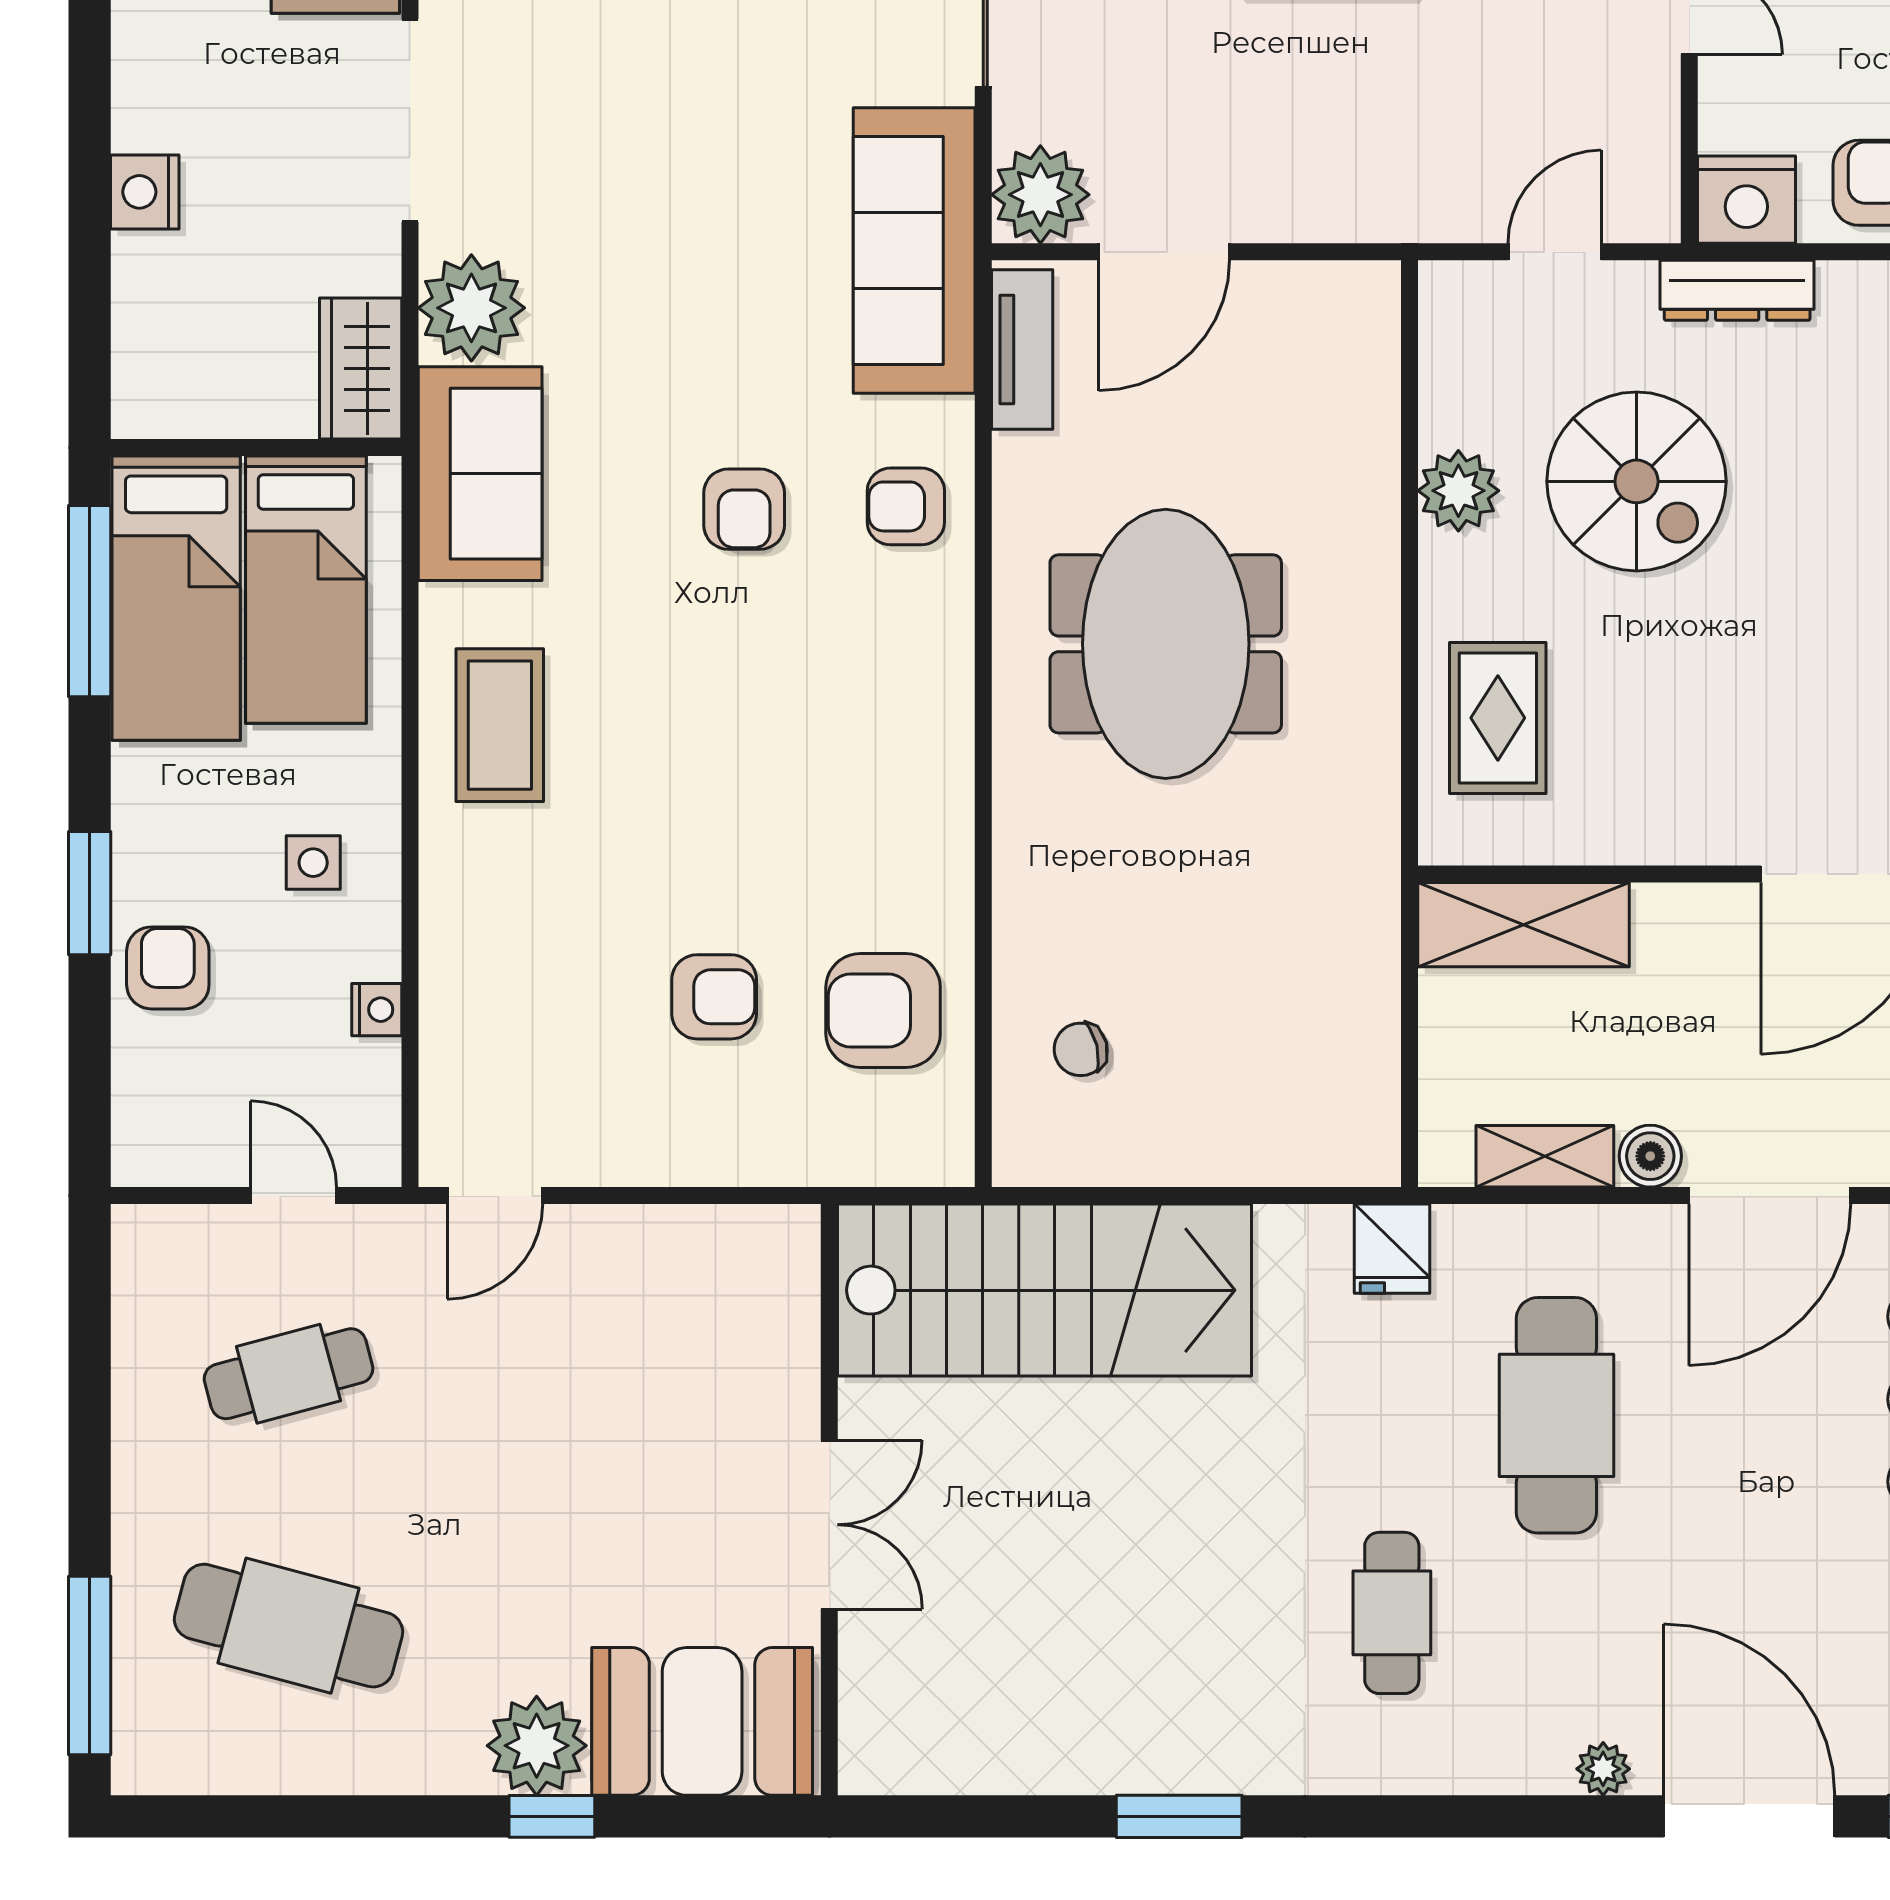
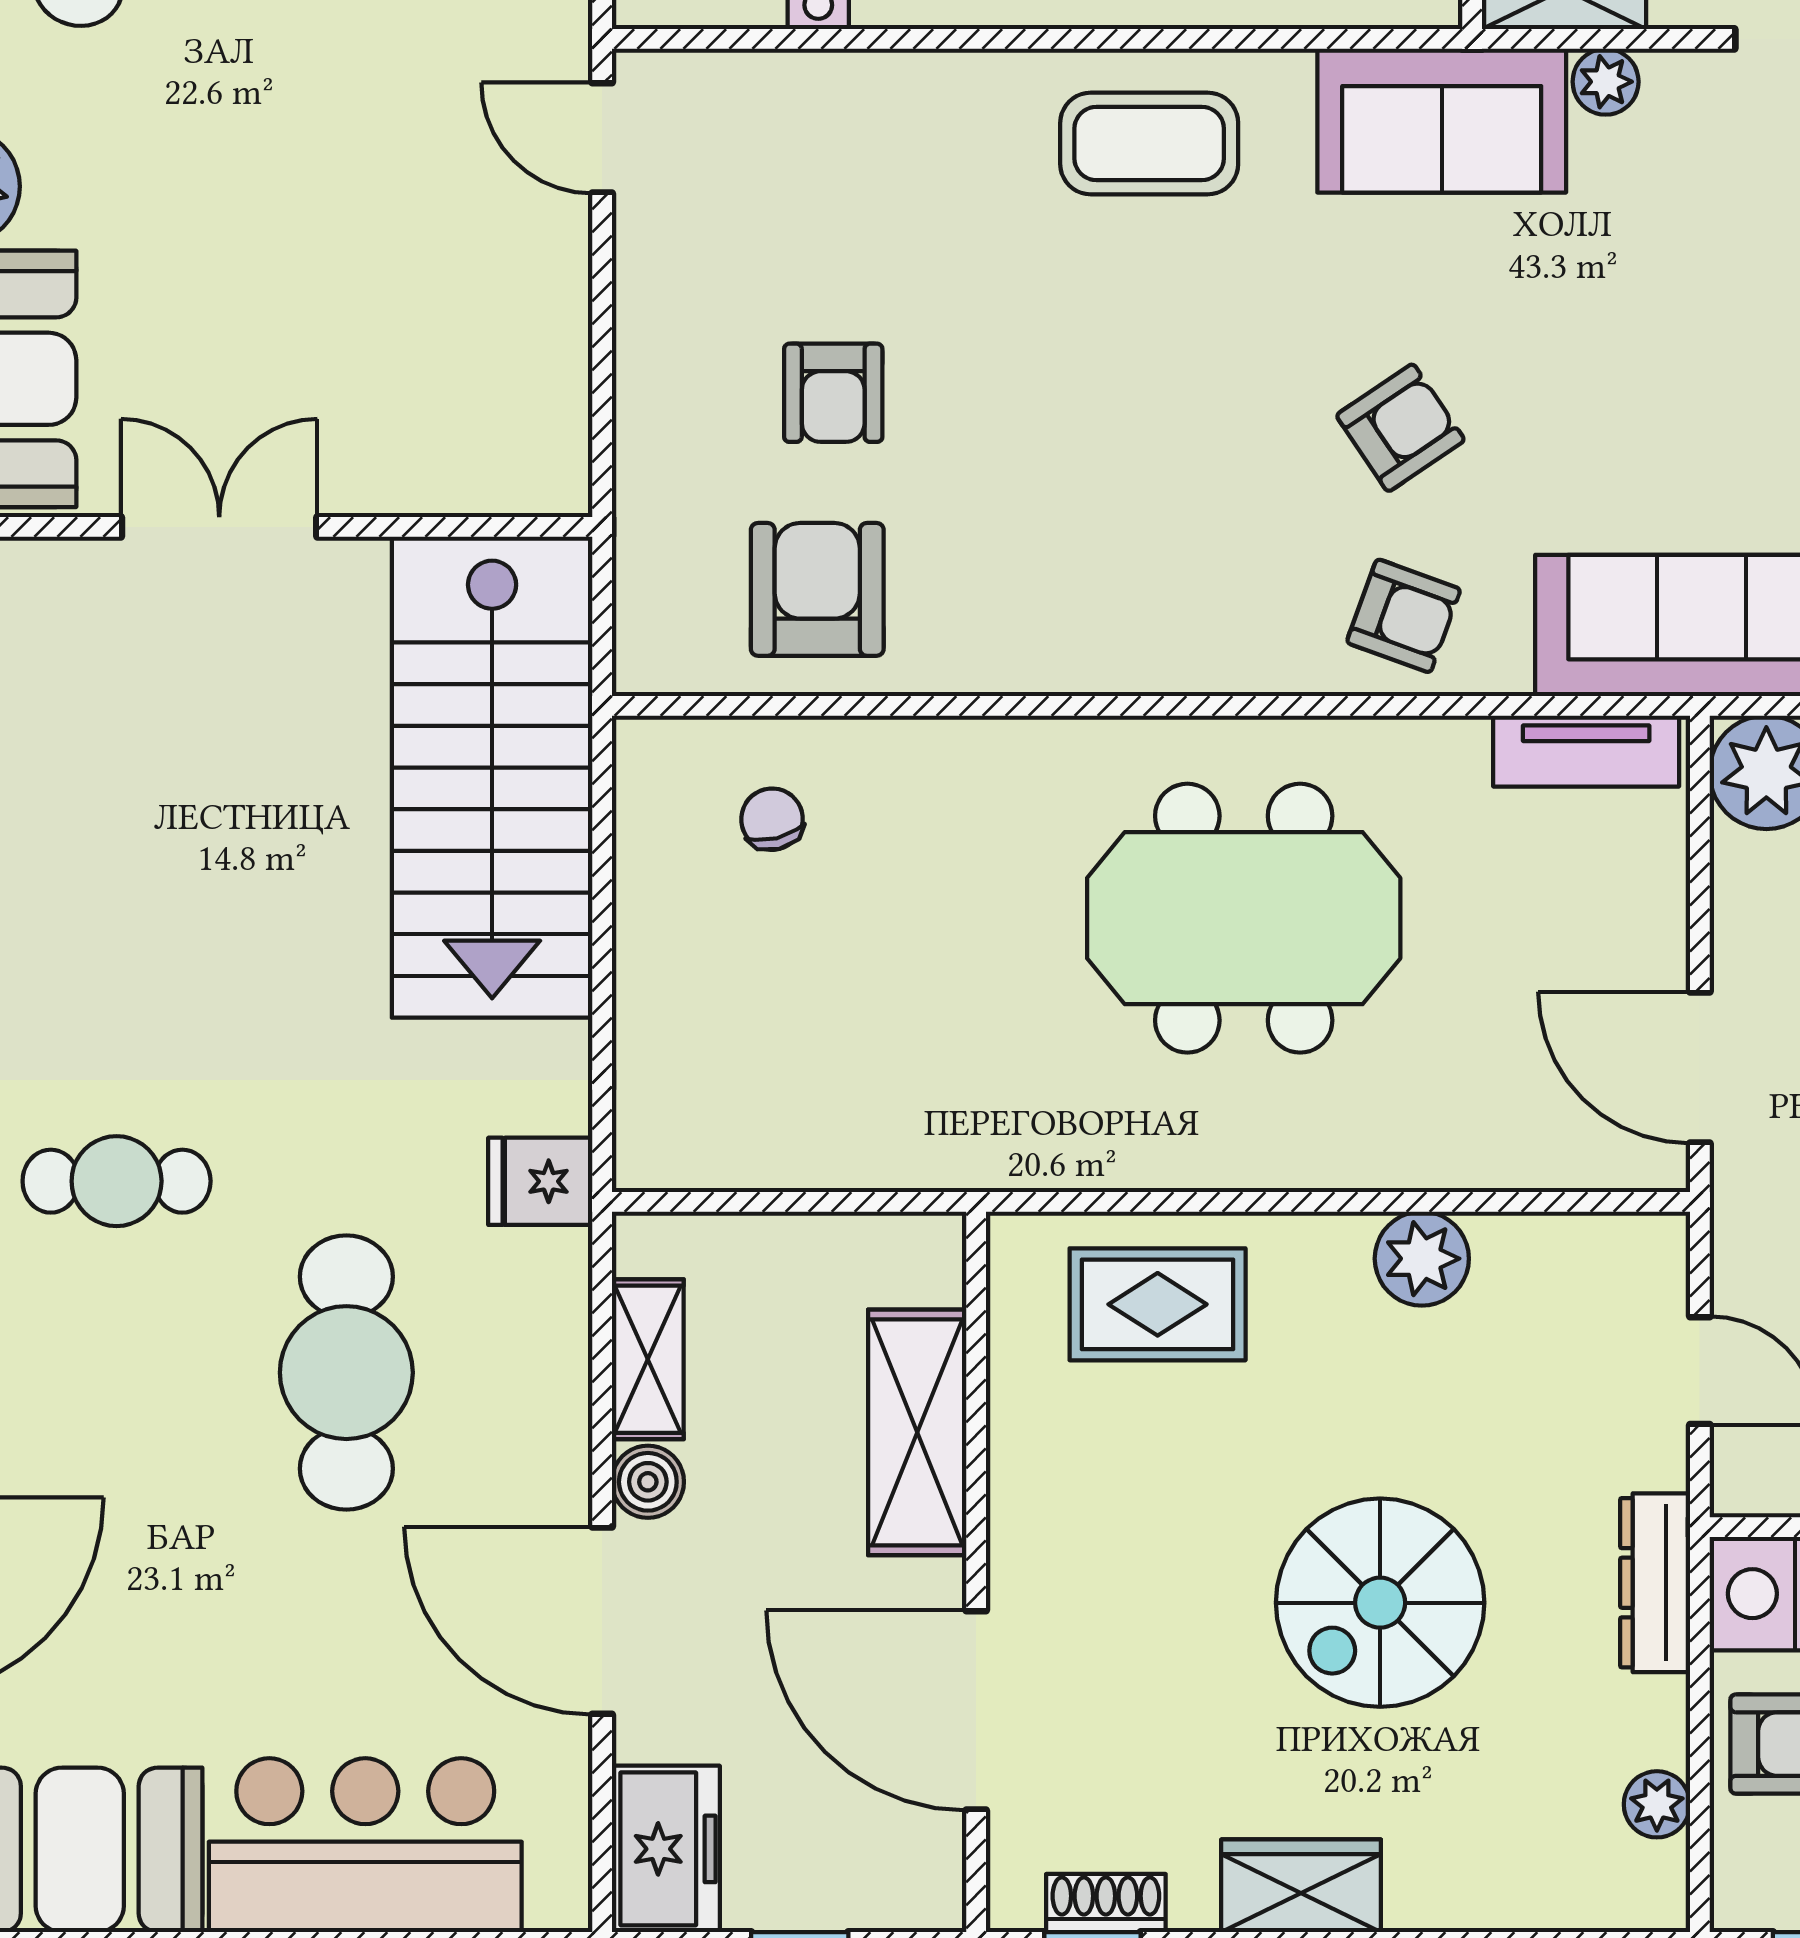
door: (1164, 252) -> (1700, 1067), moved
plant: (471, 308) -> (1606, 82), width x0.53, depth x0.53
spiral stairs: (1637, 481) -> (1380, 1603), moved
armchair: (906, 506) -> (1404, 616), turned 110
armchair: (744, 509) -> (1400, 428), turned 146
shelving: (1524, 925) -> (917, 1432), moved
cafe table: (1556, 1415) -> (346, 1373), turned 90
double door: (829, 1525) -> (219, 527), swing flipped

